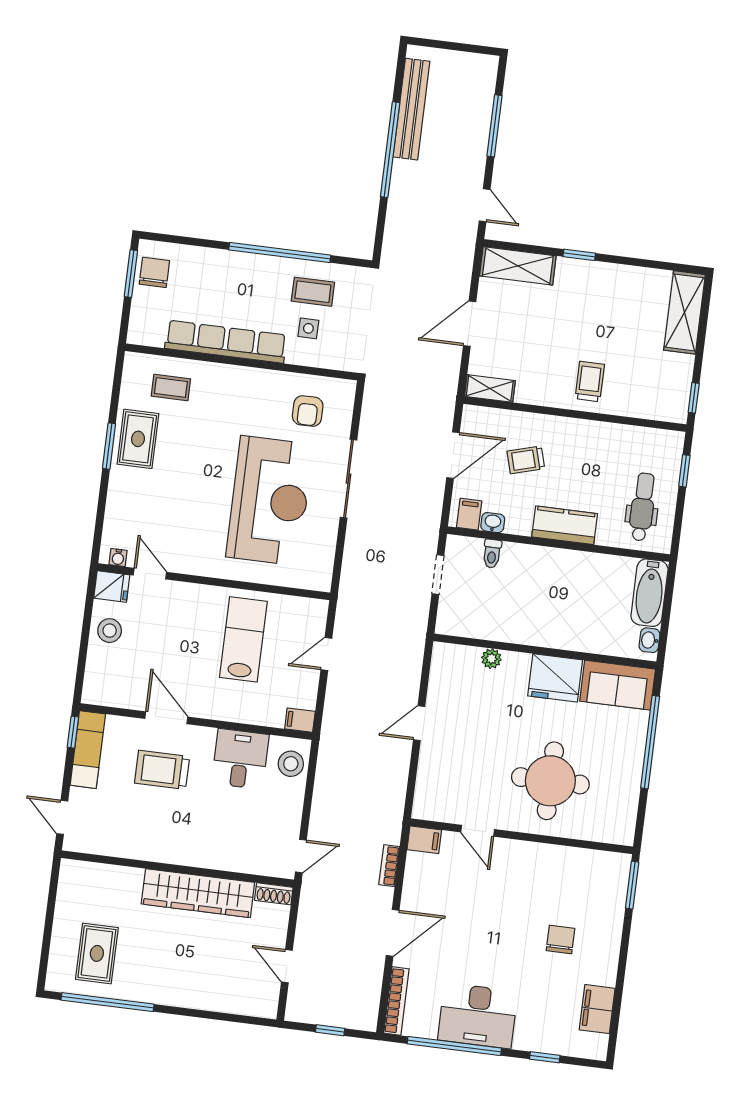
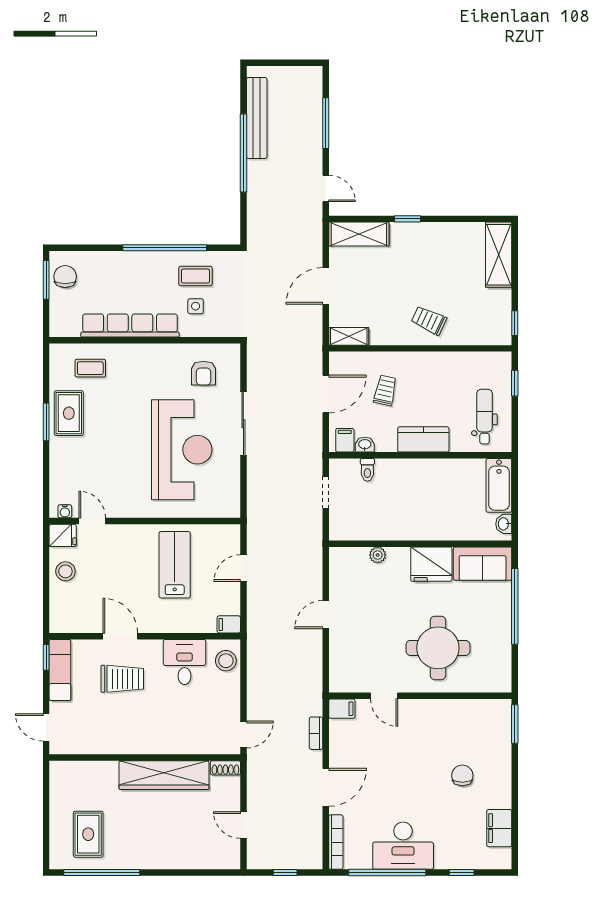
trolley: (590, 381) -> (429, 320), turned -65
trolley: (526, 460) -> (385, 390), turned 118
trolley: (162, 770) -> (122, 679), turned 180

